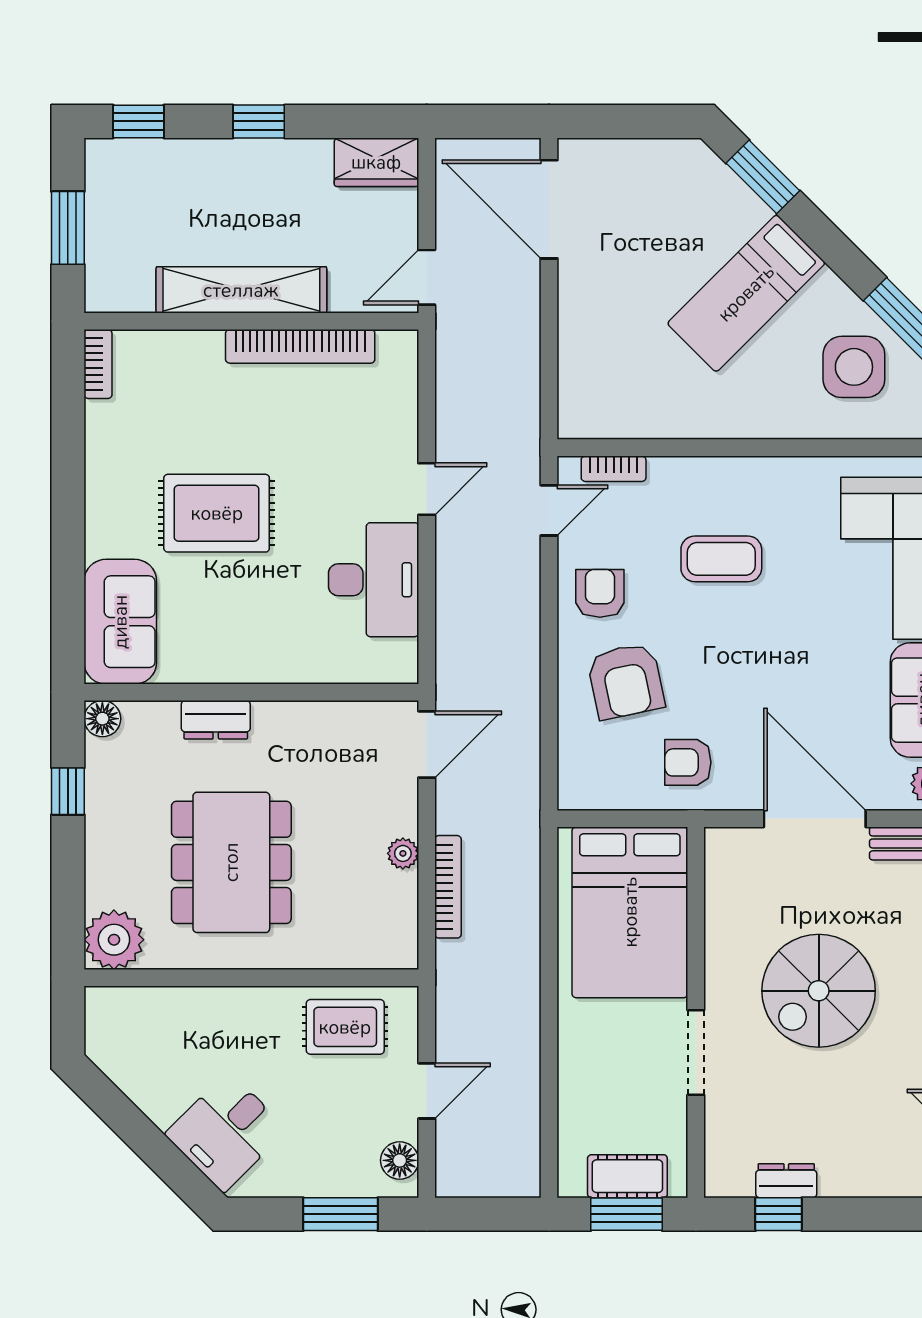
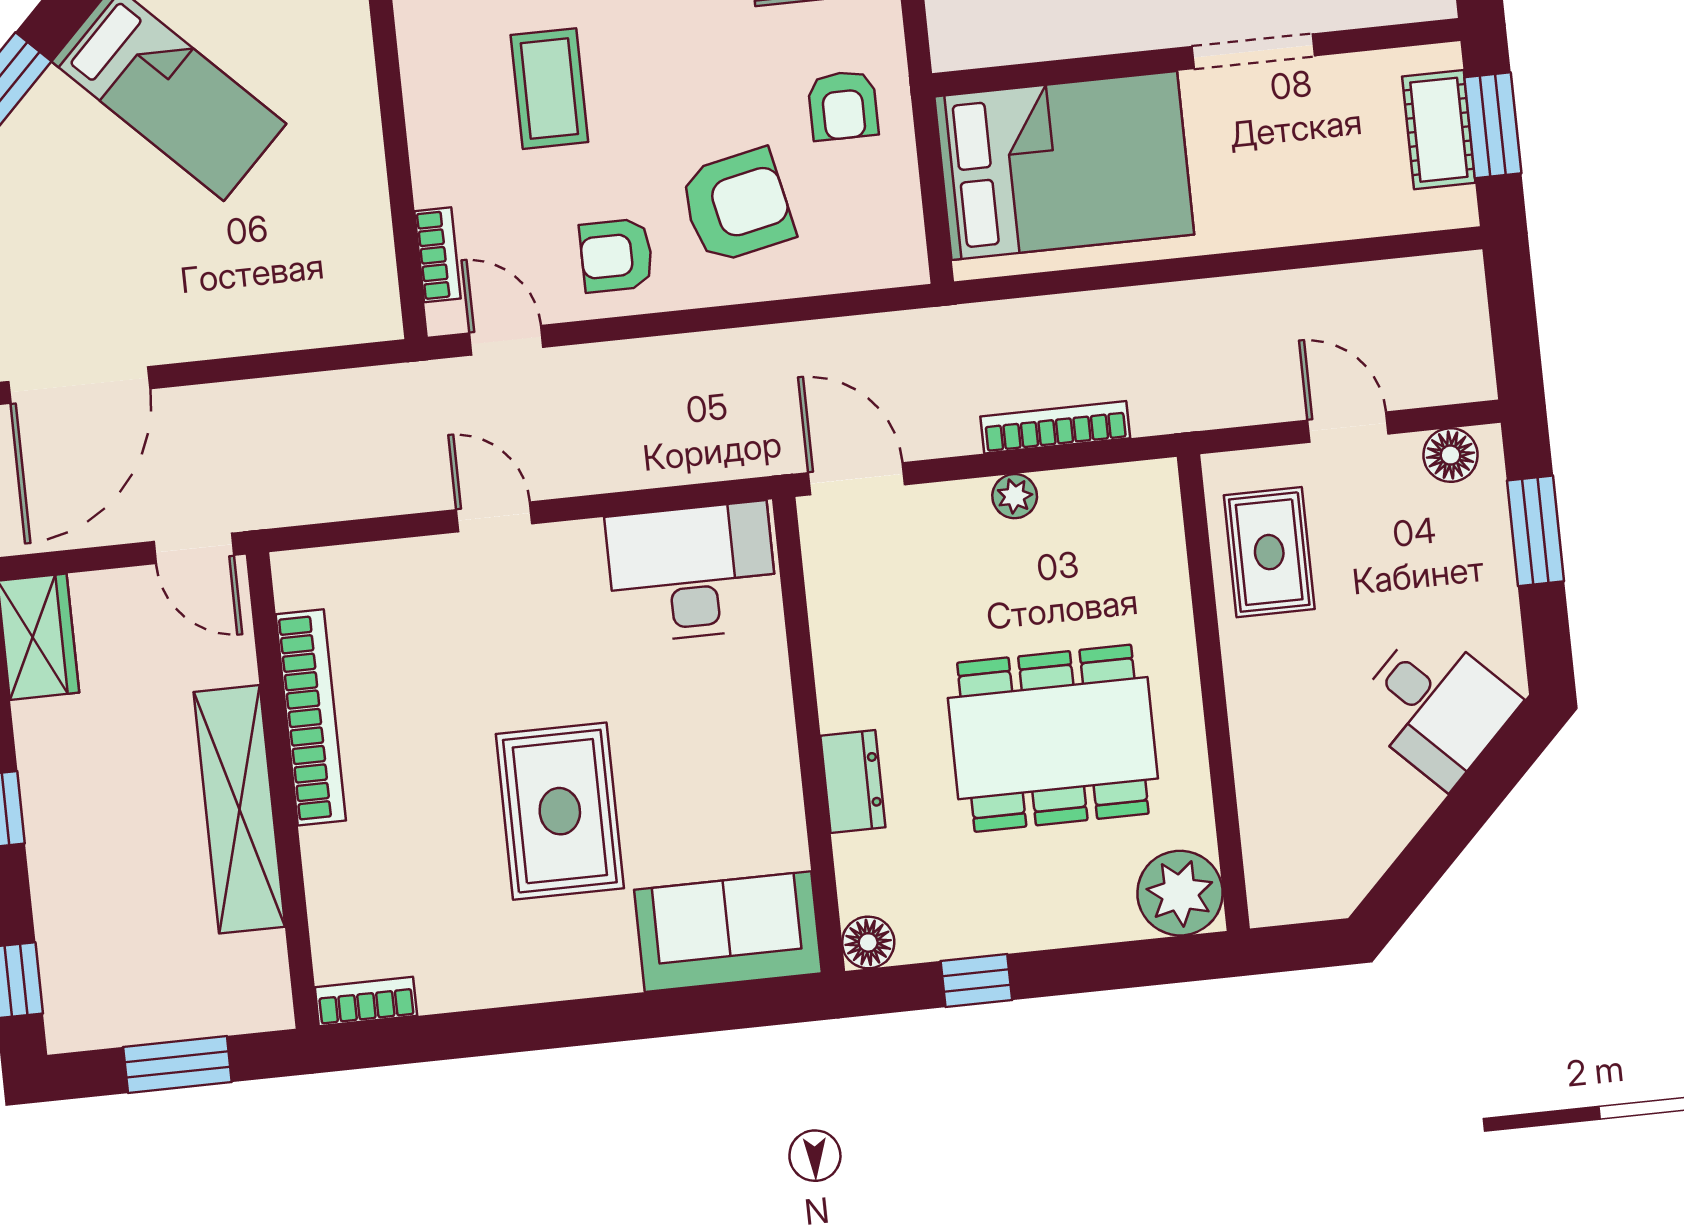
desk: (374, 580) -> (692, 572), moved

